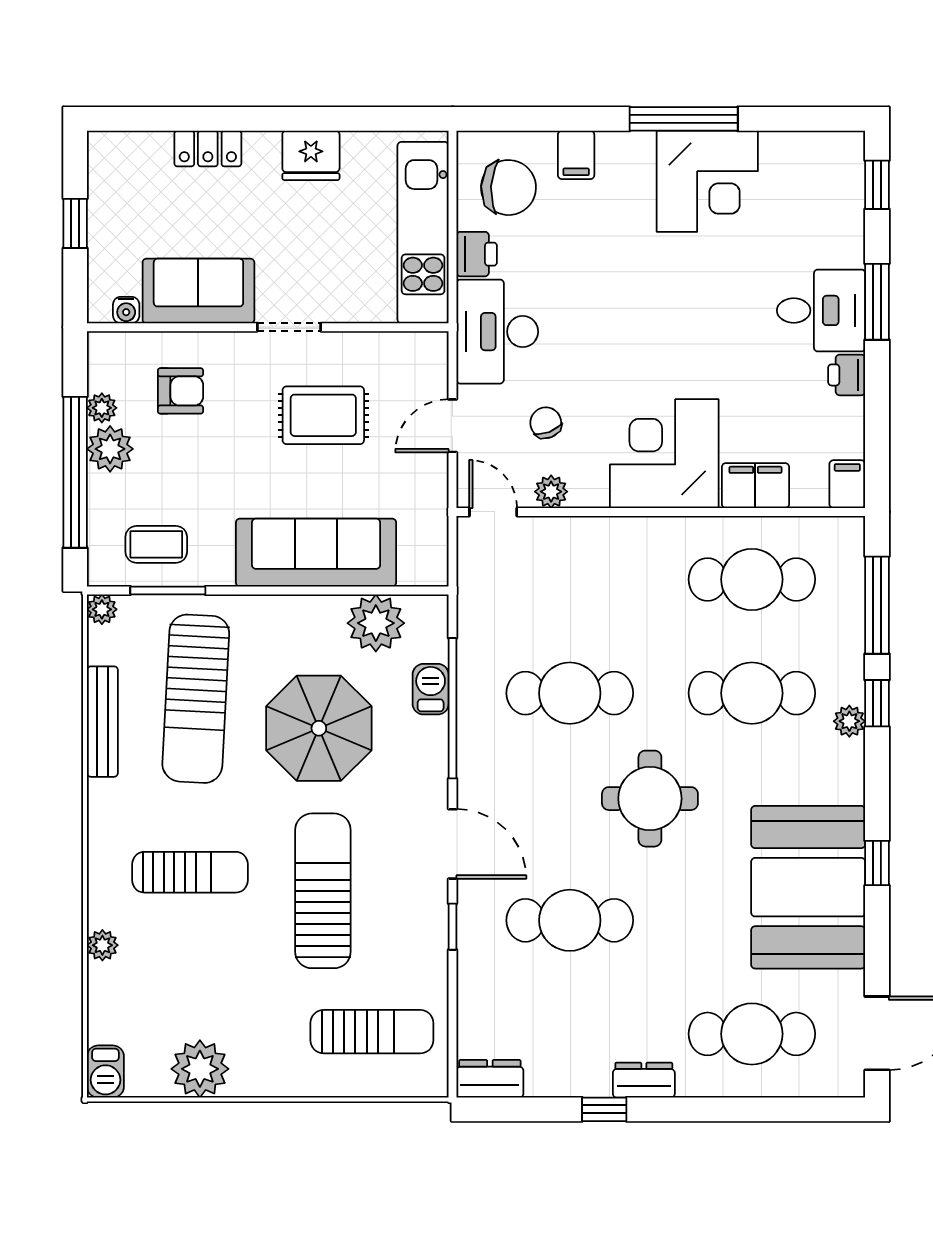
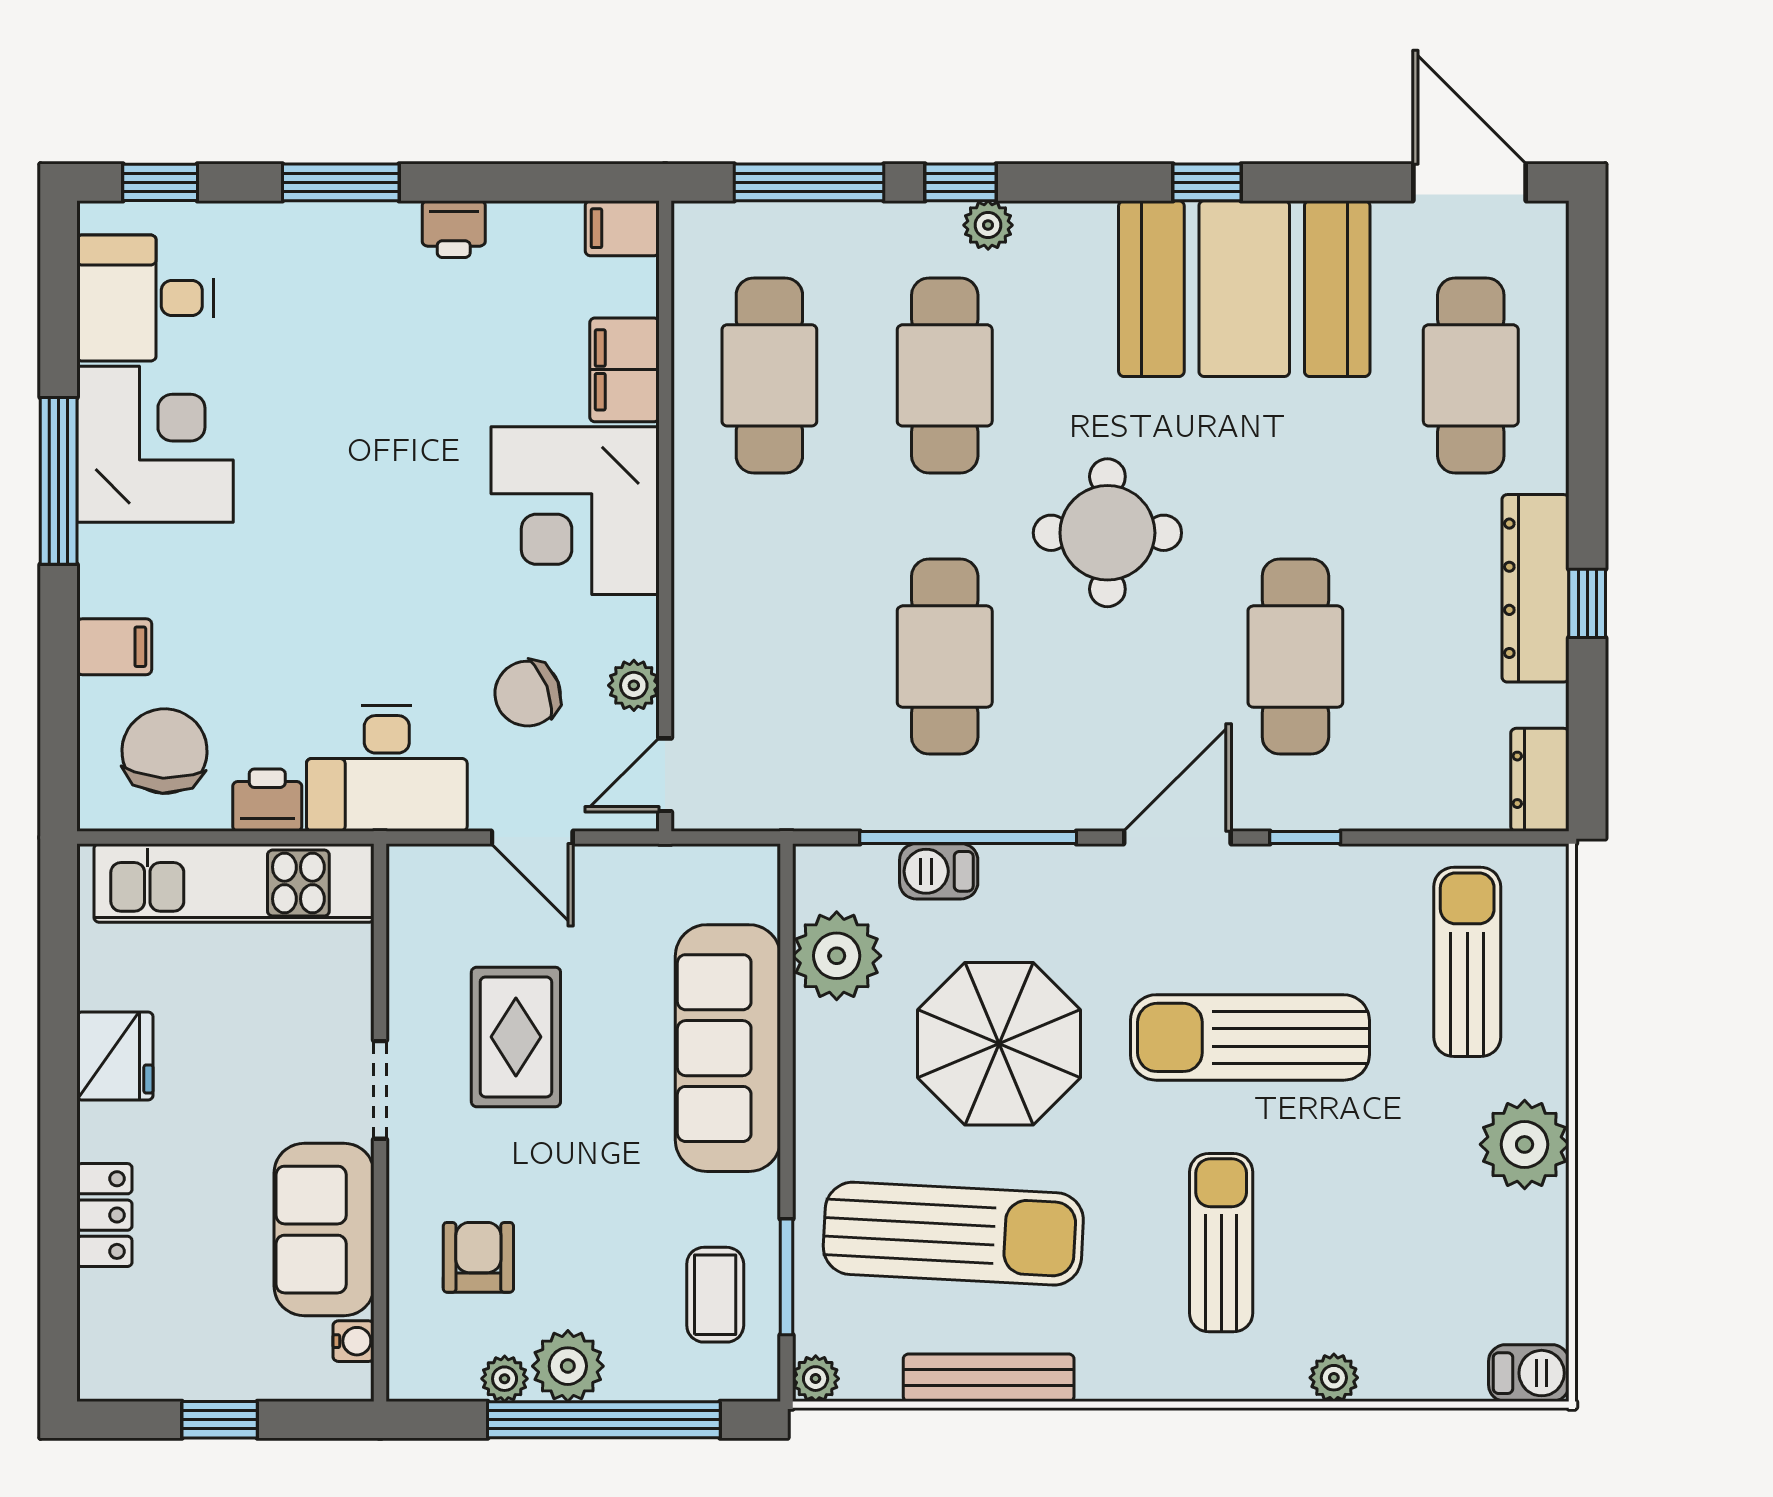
desk: (821, 310) -> (145, 298), moved, turned -90
chair: (546, 423) -> (528, 694), width x1.37, depth x1.37
plant: (200, 1069) -> (1525, 1144), moved
dresser: (644, 1080) -> (1535, 588), width x1.96, depth x1.24

